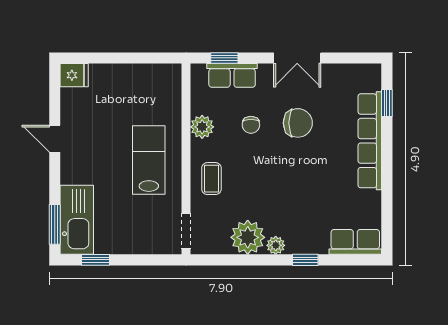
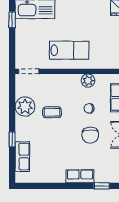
row of seats: (370, 141) -> (80, 176), width x0.50
coffee table: (211, 179) -> (52, 112), moved
row of seats: (355, 242) -> (22, 157), moved
plant: (276, 245) -> (20, 123), removed

